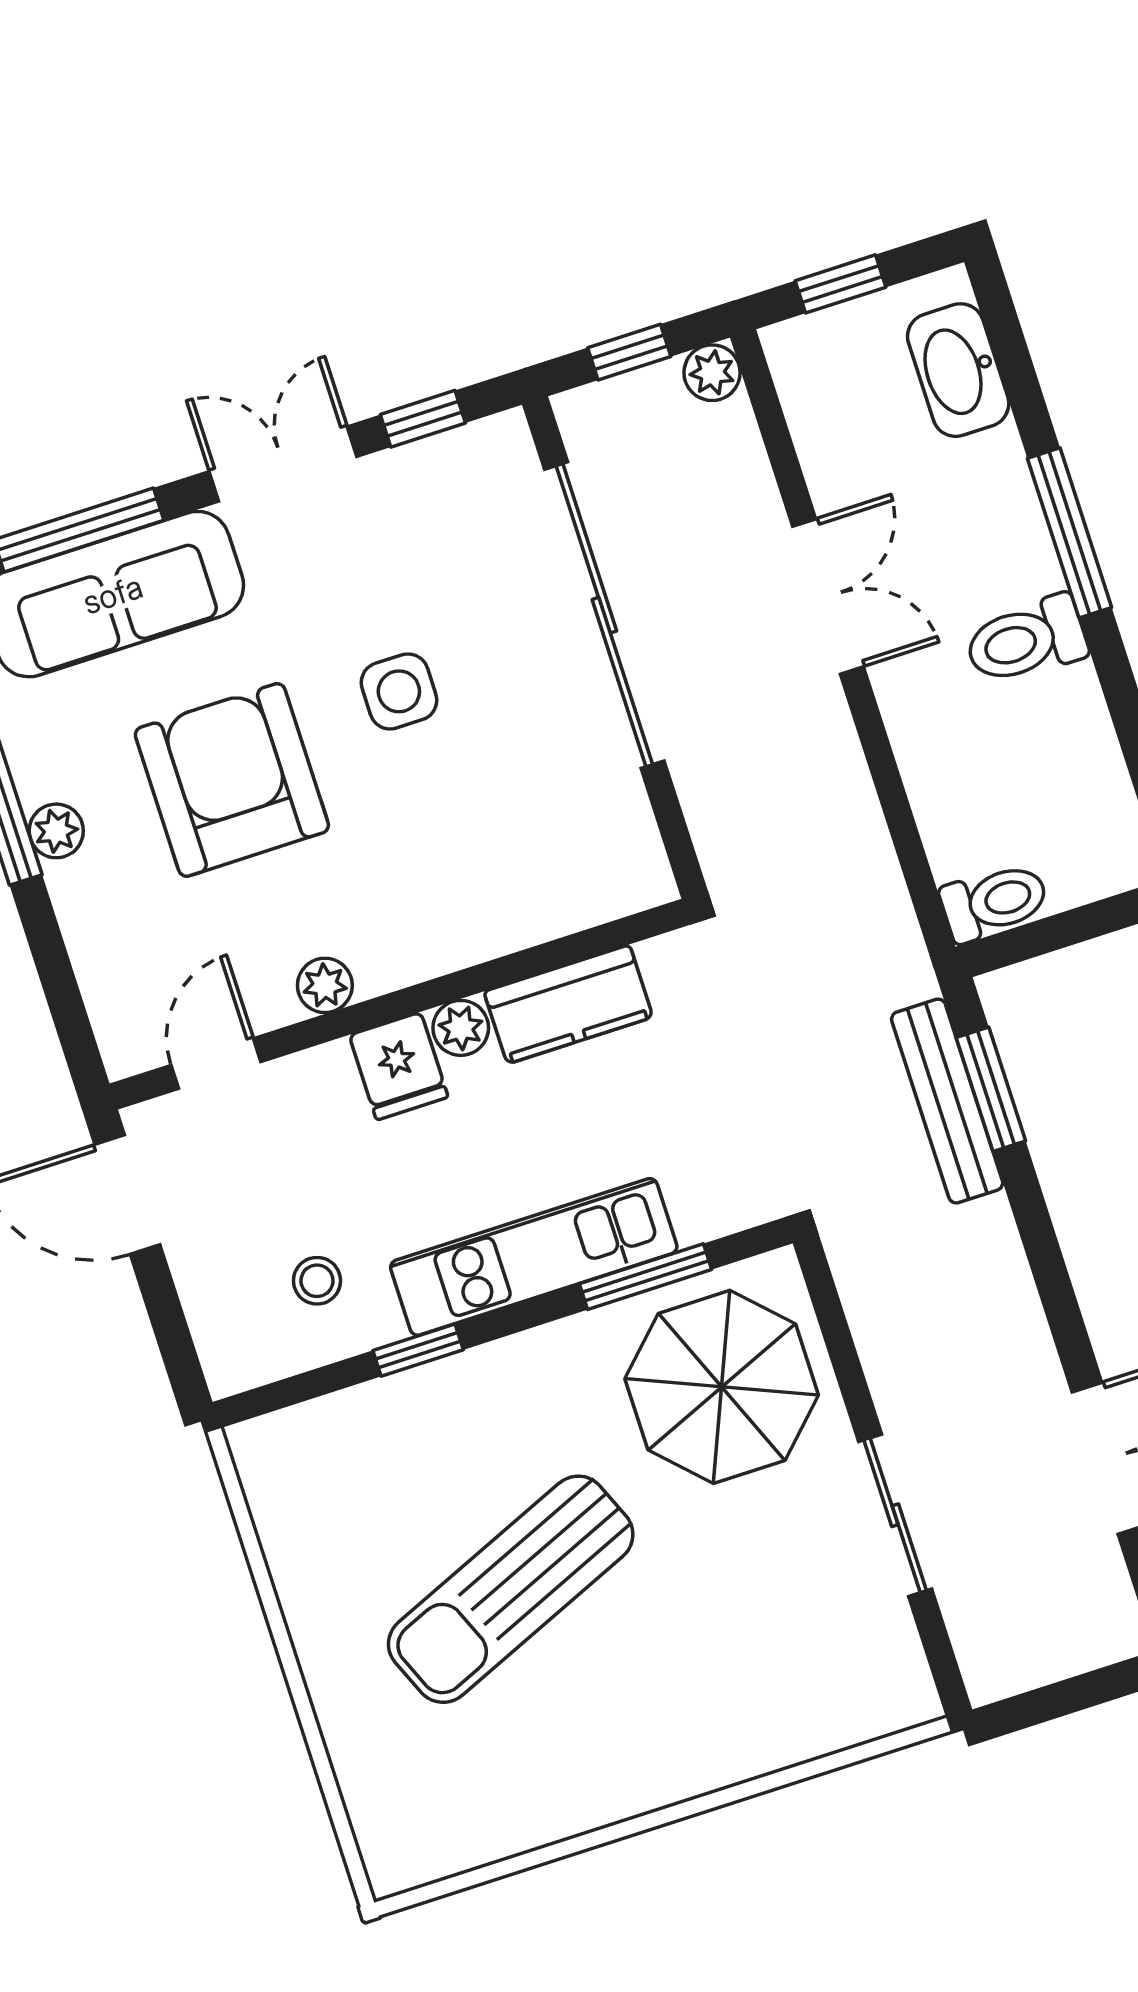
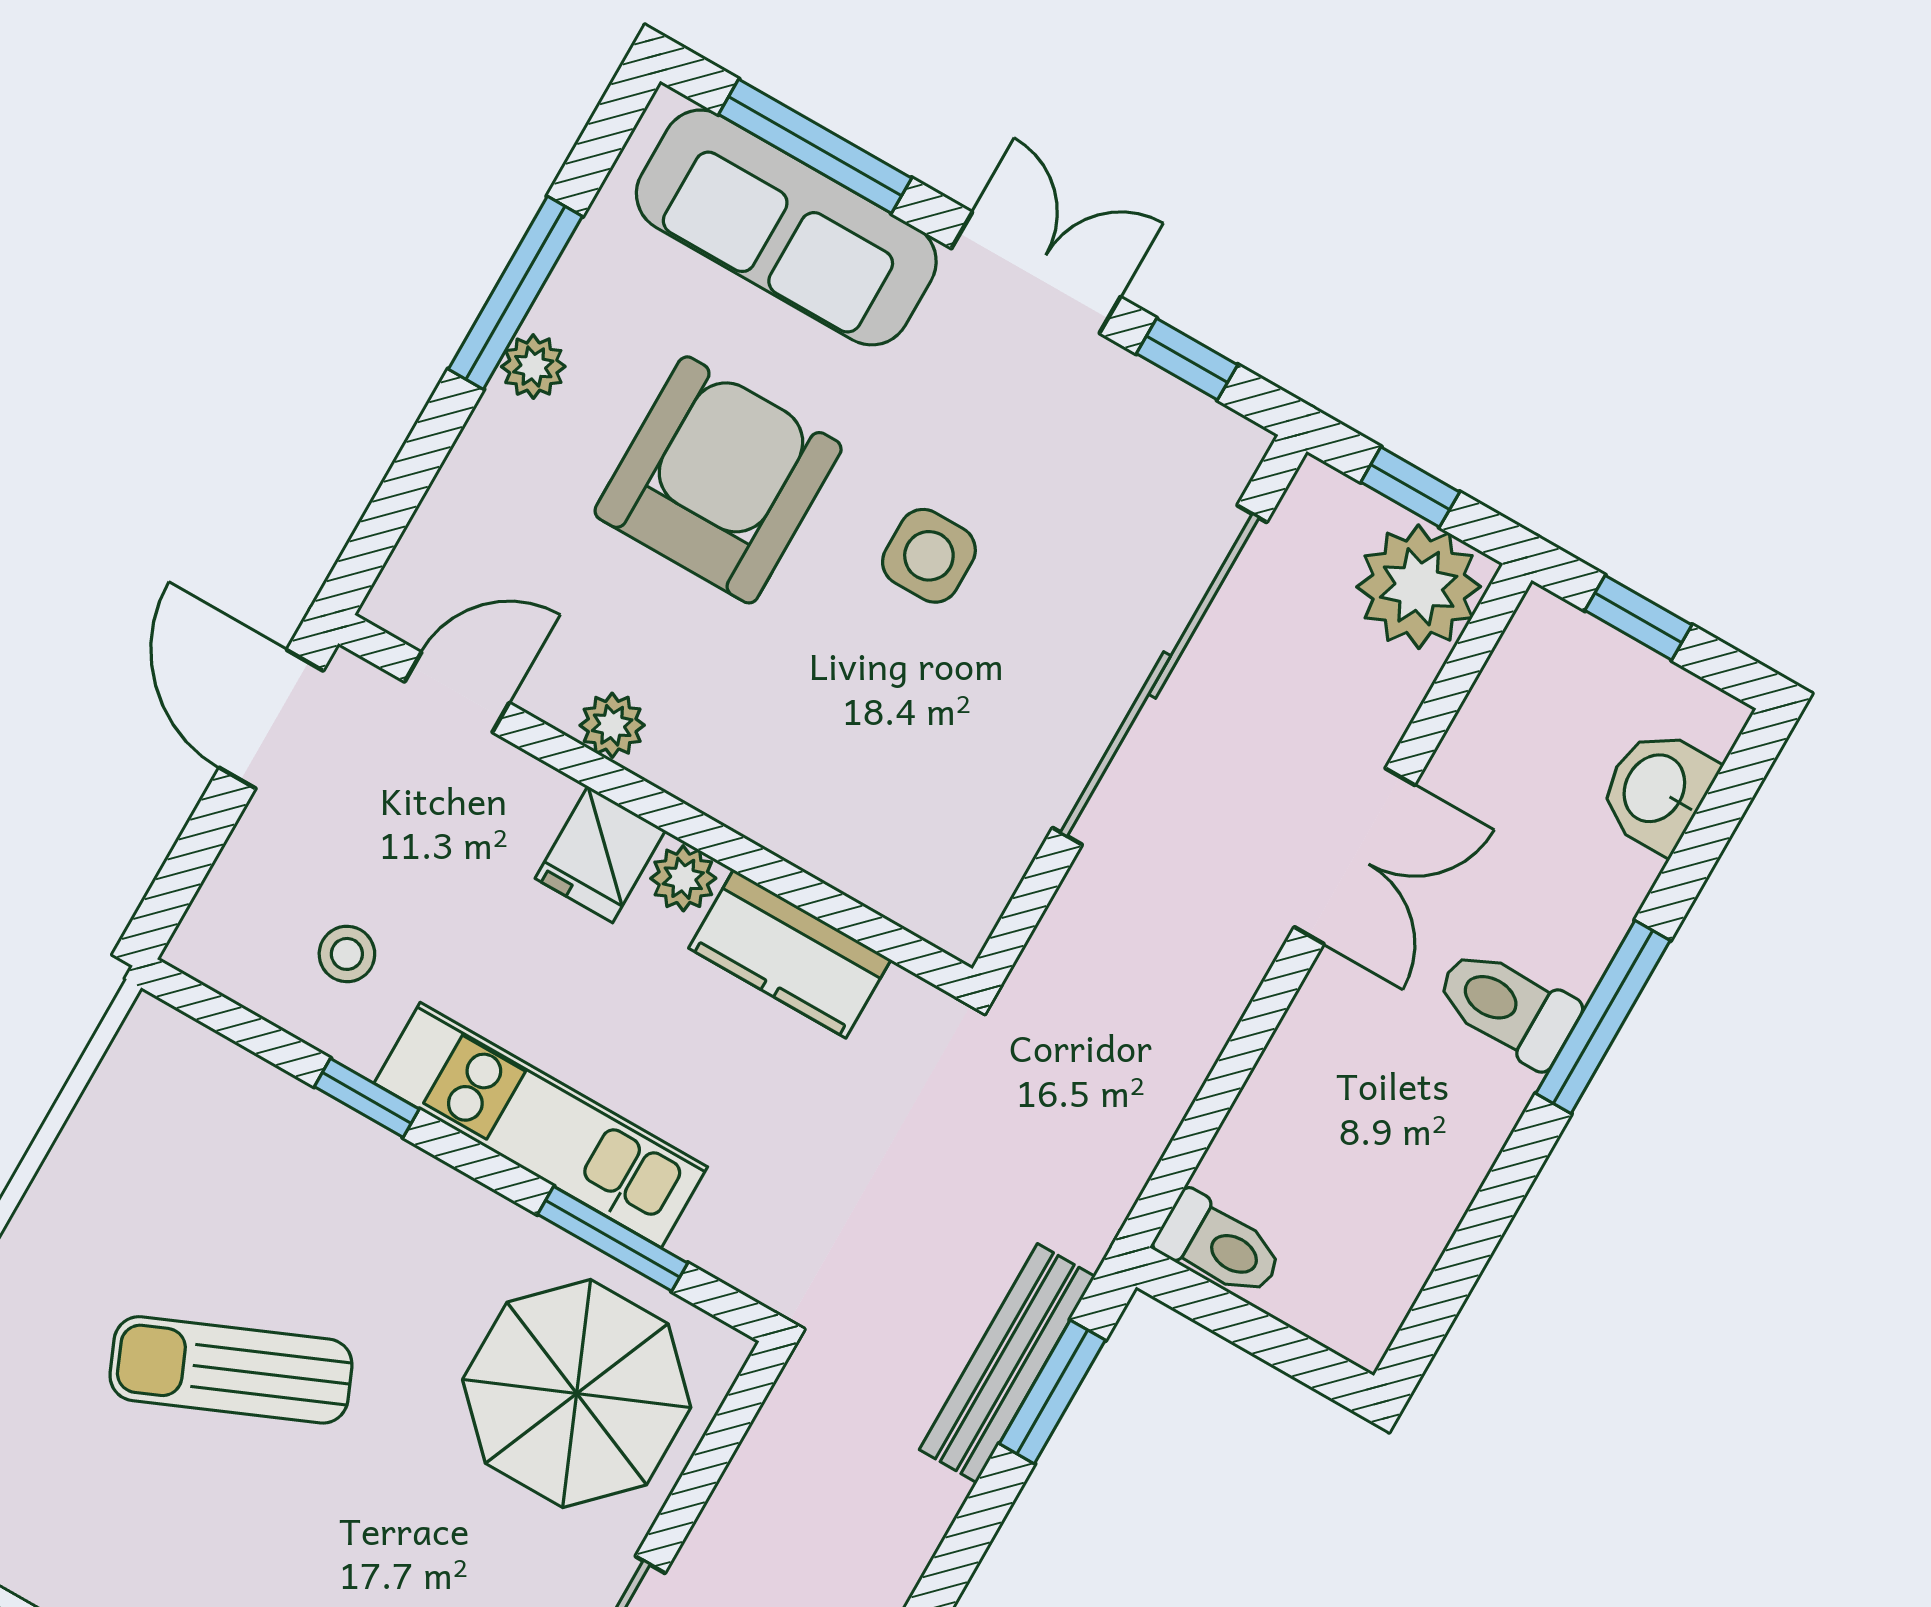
washbasin: (958, 370) -> (1657, 790), width x0.72
plant: (712, 373) -> (1419, 587), width x1.87, depth x1.87
toilet: (1026, 640) -> (1507, 1007), moved
sun lounger: (511, 1589) -> (231, 1370), width x0.73, depth x0.75

